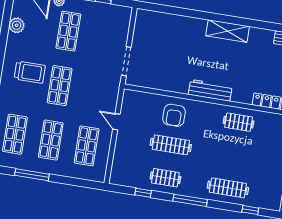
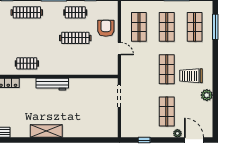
plant: (17, 25) -> (207, 95), moved
armchair: (174, 115) -> (106, 28), moved

